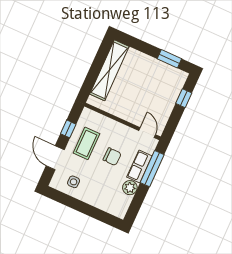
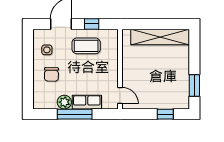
door: (147, 133) -> (120, 95), hinge flipped
chair: (112, 157) -> (51, 74), moved
window: (152, 169) -> (75, 114), moved

